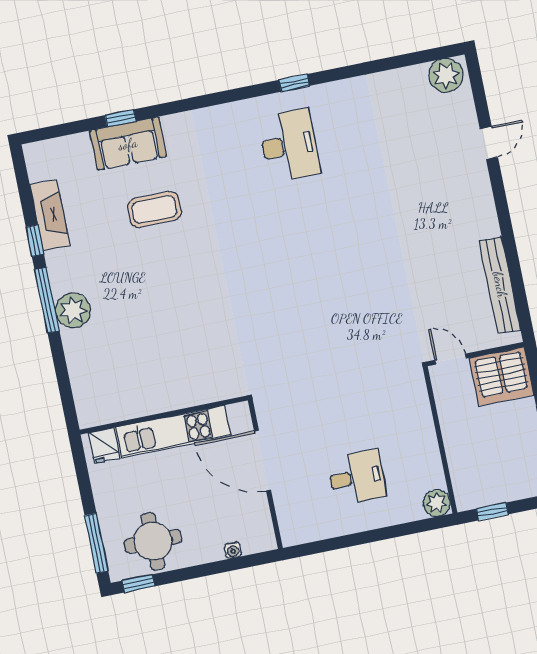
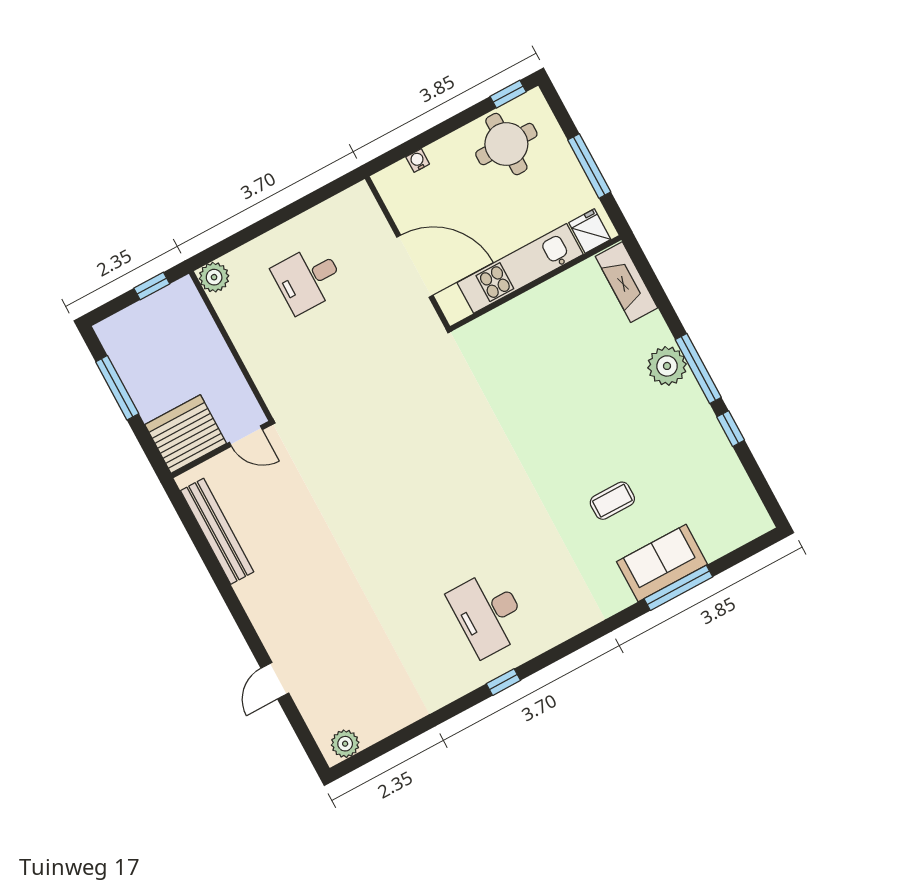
plant: (446, 75) -> (345, 744), width x0.73, depth x0.73
window: (120, 118) -> (678, 588), width x2.17
coffee table: (154, 210) -> (612, 501), width x0.73, depth x0.77
fireplace: (50, 215) -> (627, 282), moved
window: (96, 543) -> (589, 166), moved

